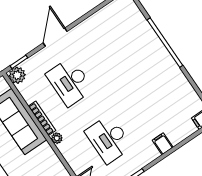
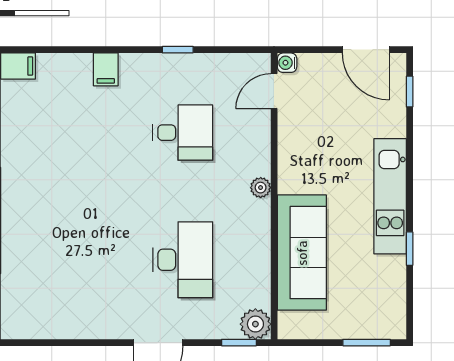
bookcase: (42, 118) -> (262, 233), removed
desk: (109, 139) -> (183, 133), width x0.73

